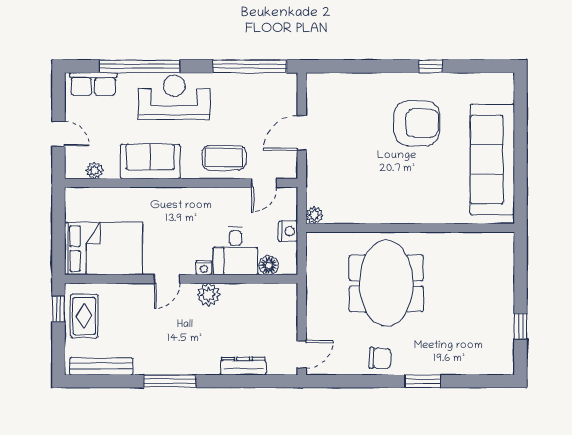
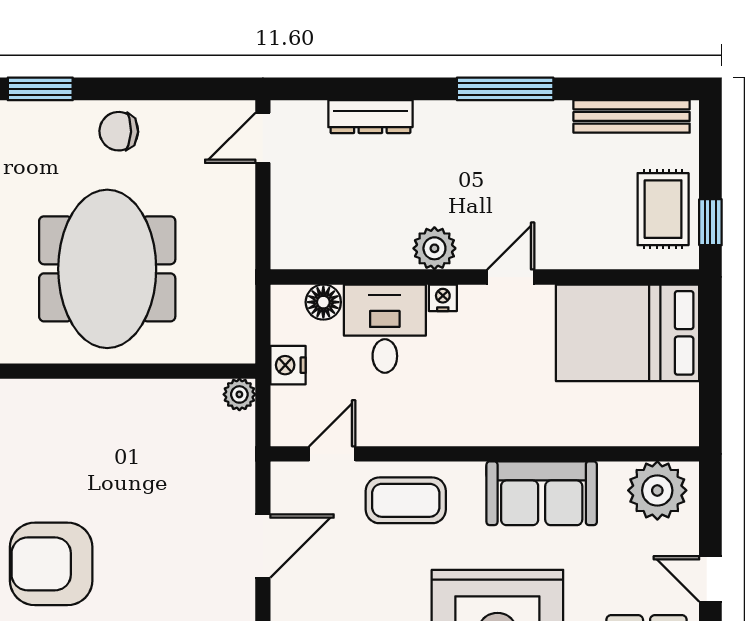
door: (58, 134) -> (710, 579), moved
plant: (95, 170) -> (657, 490), width x1.88, depth x1.88

